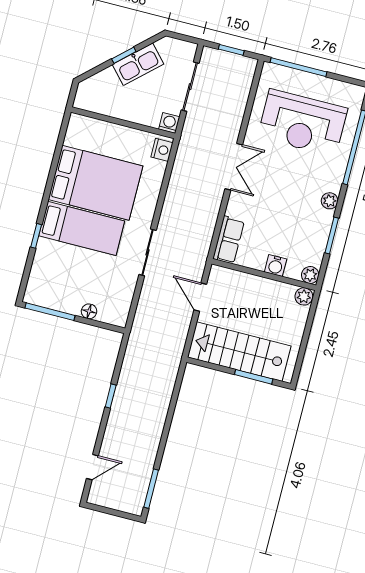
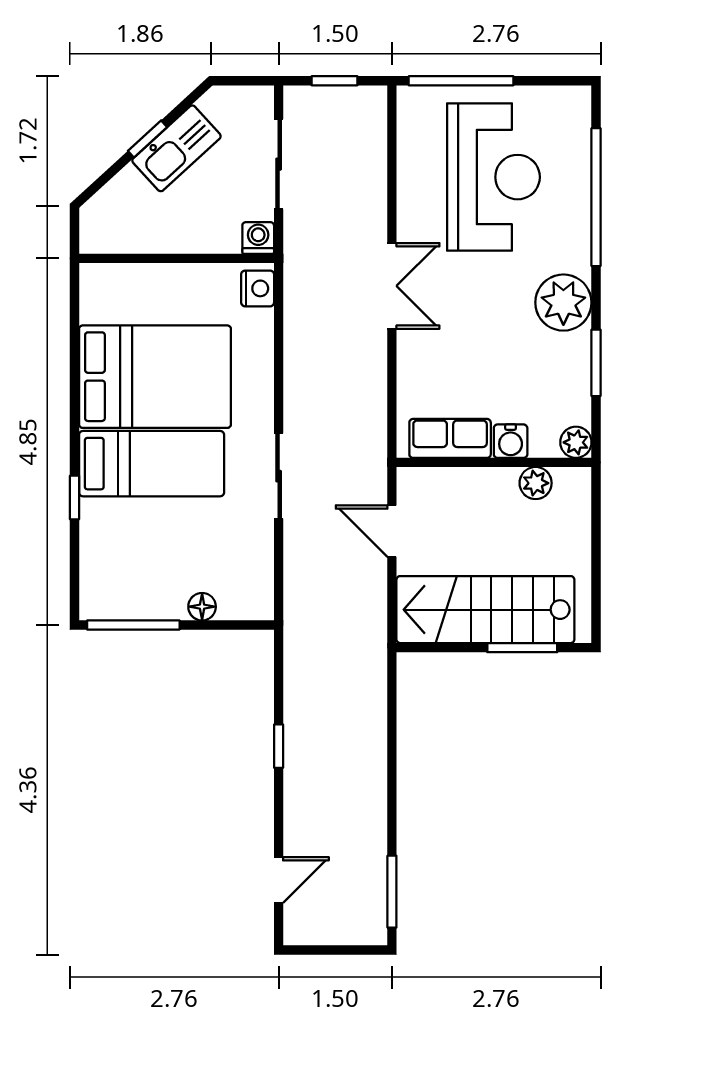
reception desk: (303, 123) -> (493, 177), turned -90
plant: (330, 201) -> (563, 303), width x1.88, depth x1.88
row of seats: (229, 240) -> (450, 438), moved, turned -90
plant: (304, 296) -> (536, 483), moved

